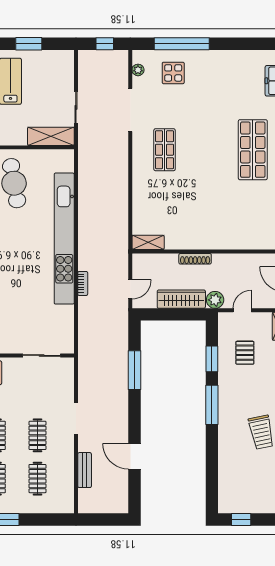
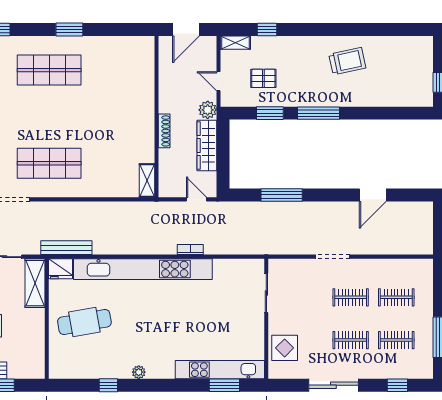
shop shelf: (165, 150) -> (49, 163), width x1.43, depth x1.36
fridge: (65, 160) -> (60, 269), added
bench: (85, 470) -> (66, 248), moved, width x1.36

